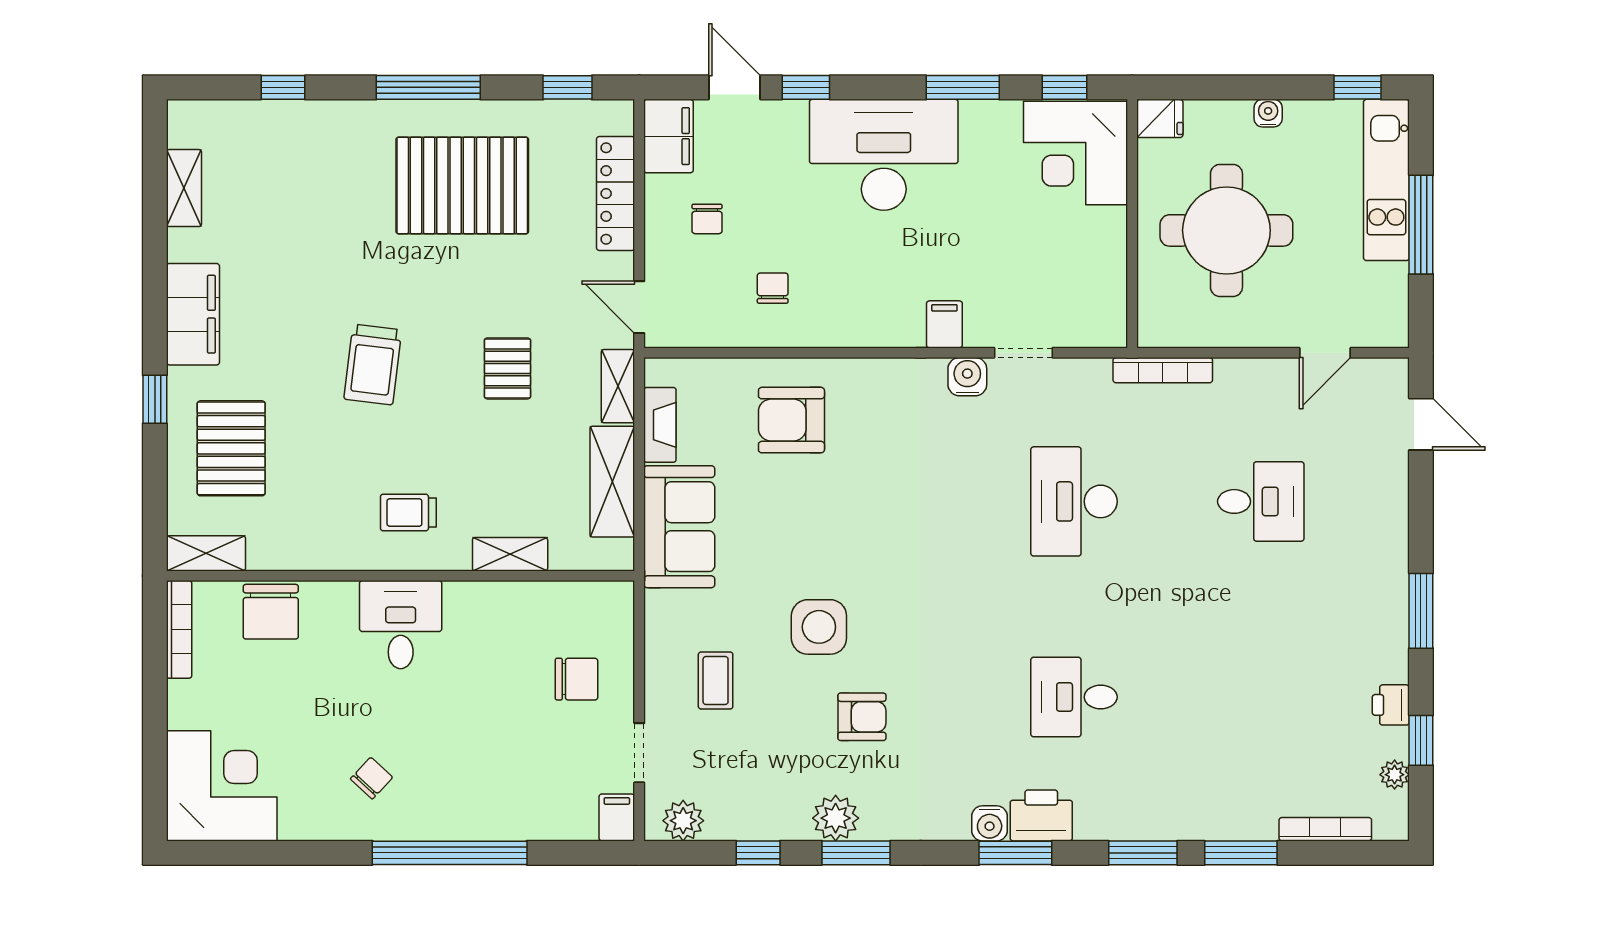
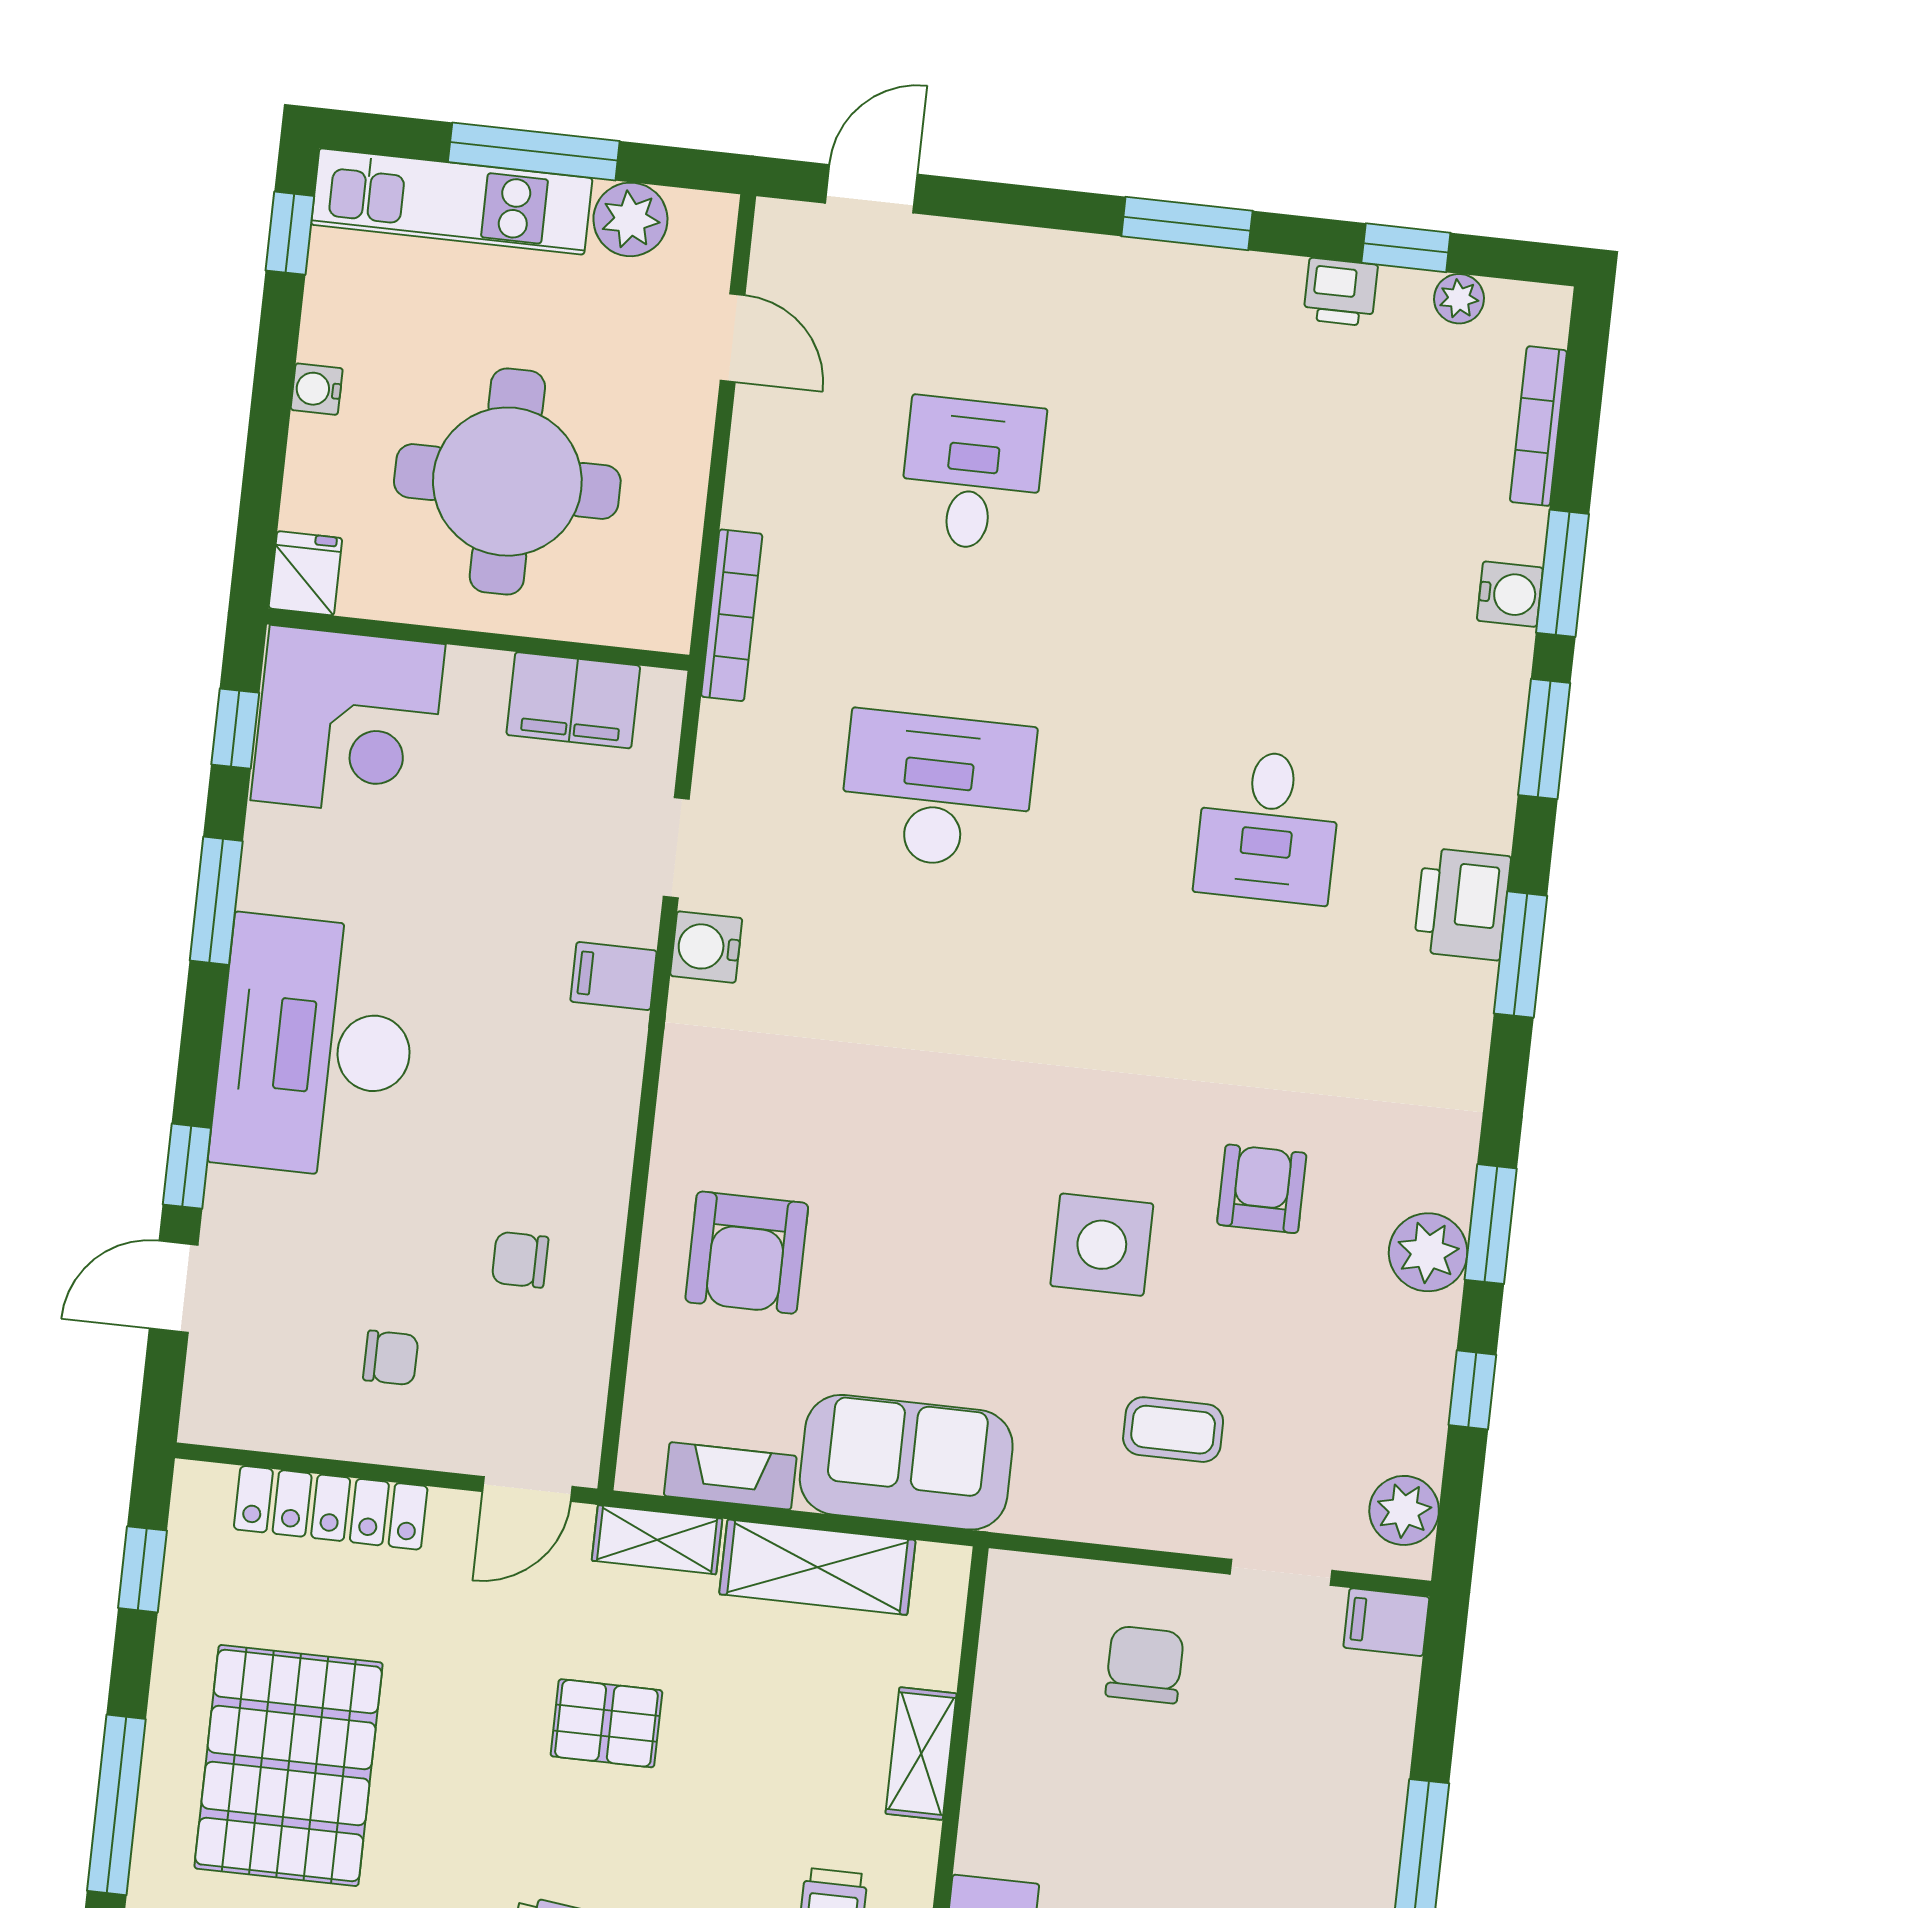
filing cabinet: (668, 136) -> (573, 700), moved, turned 180
plant: (1387, 285) -> (630, 219), added
desk: (1074, 501) -> (937, 790), turned 180
water cooler: (990, 823) -> (1510, 594), moved

